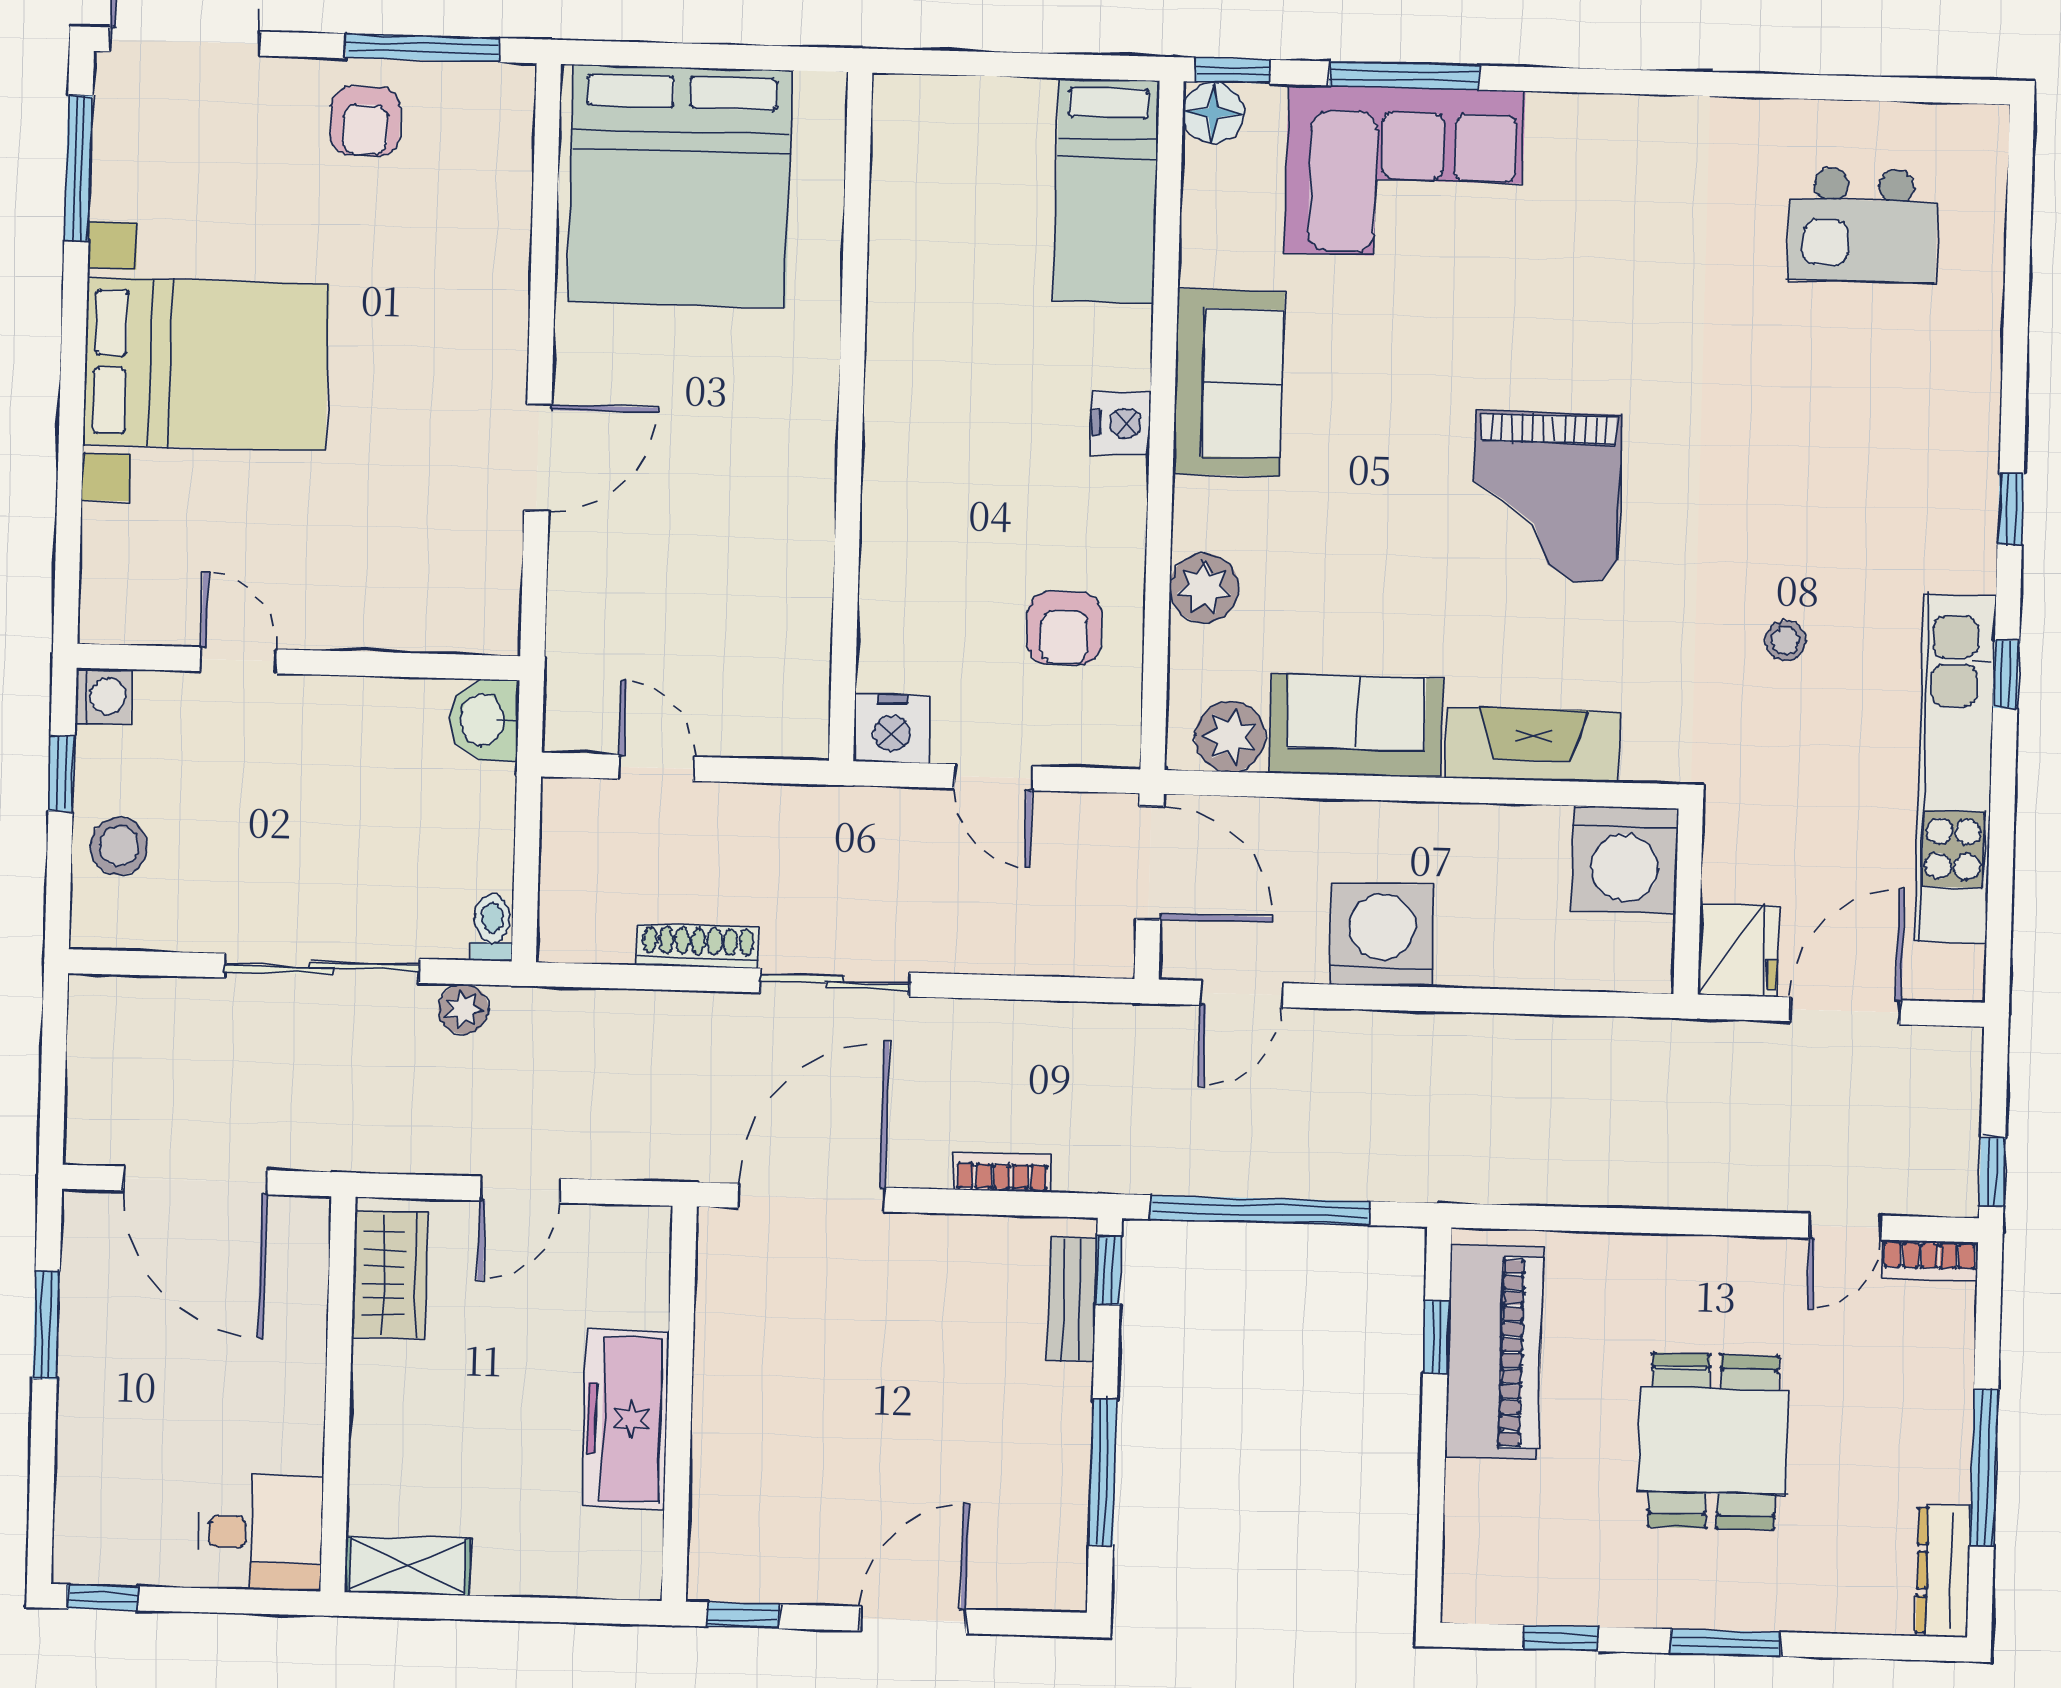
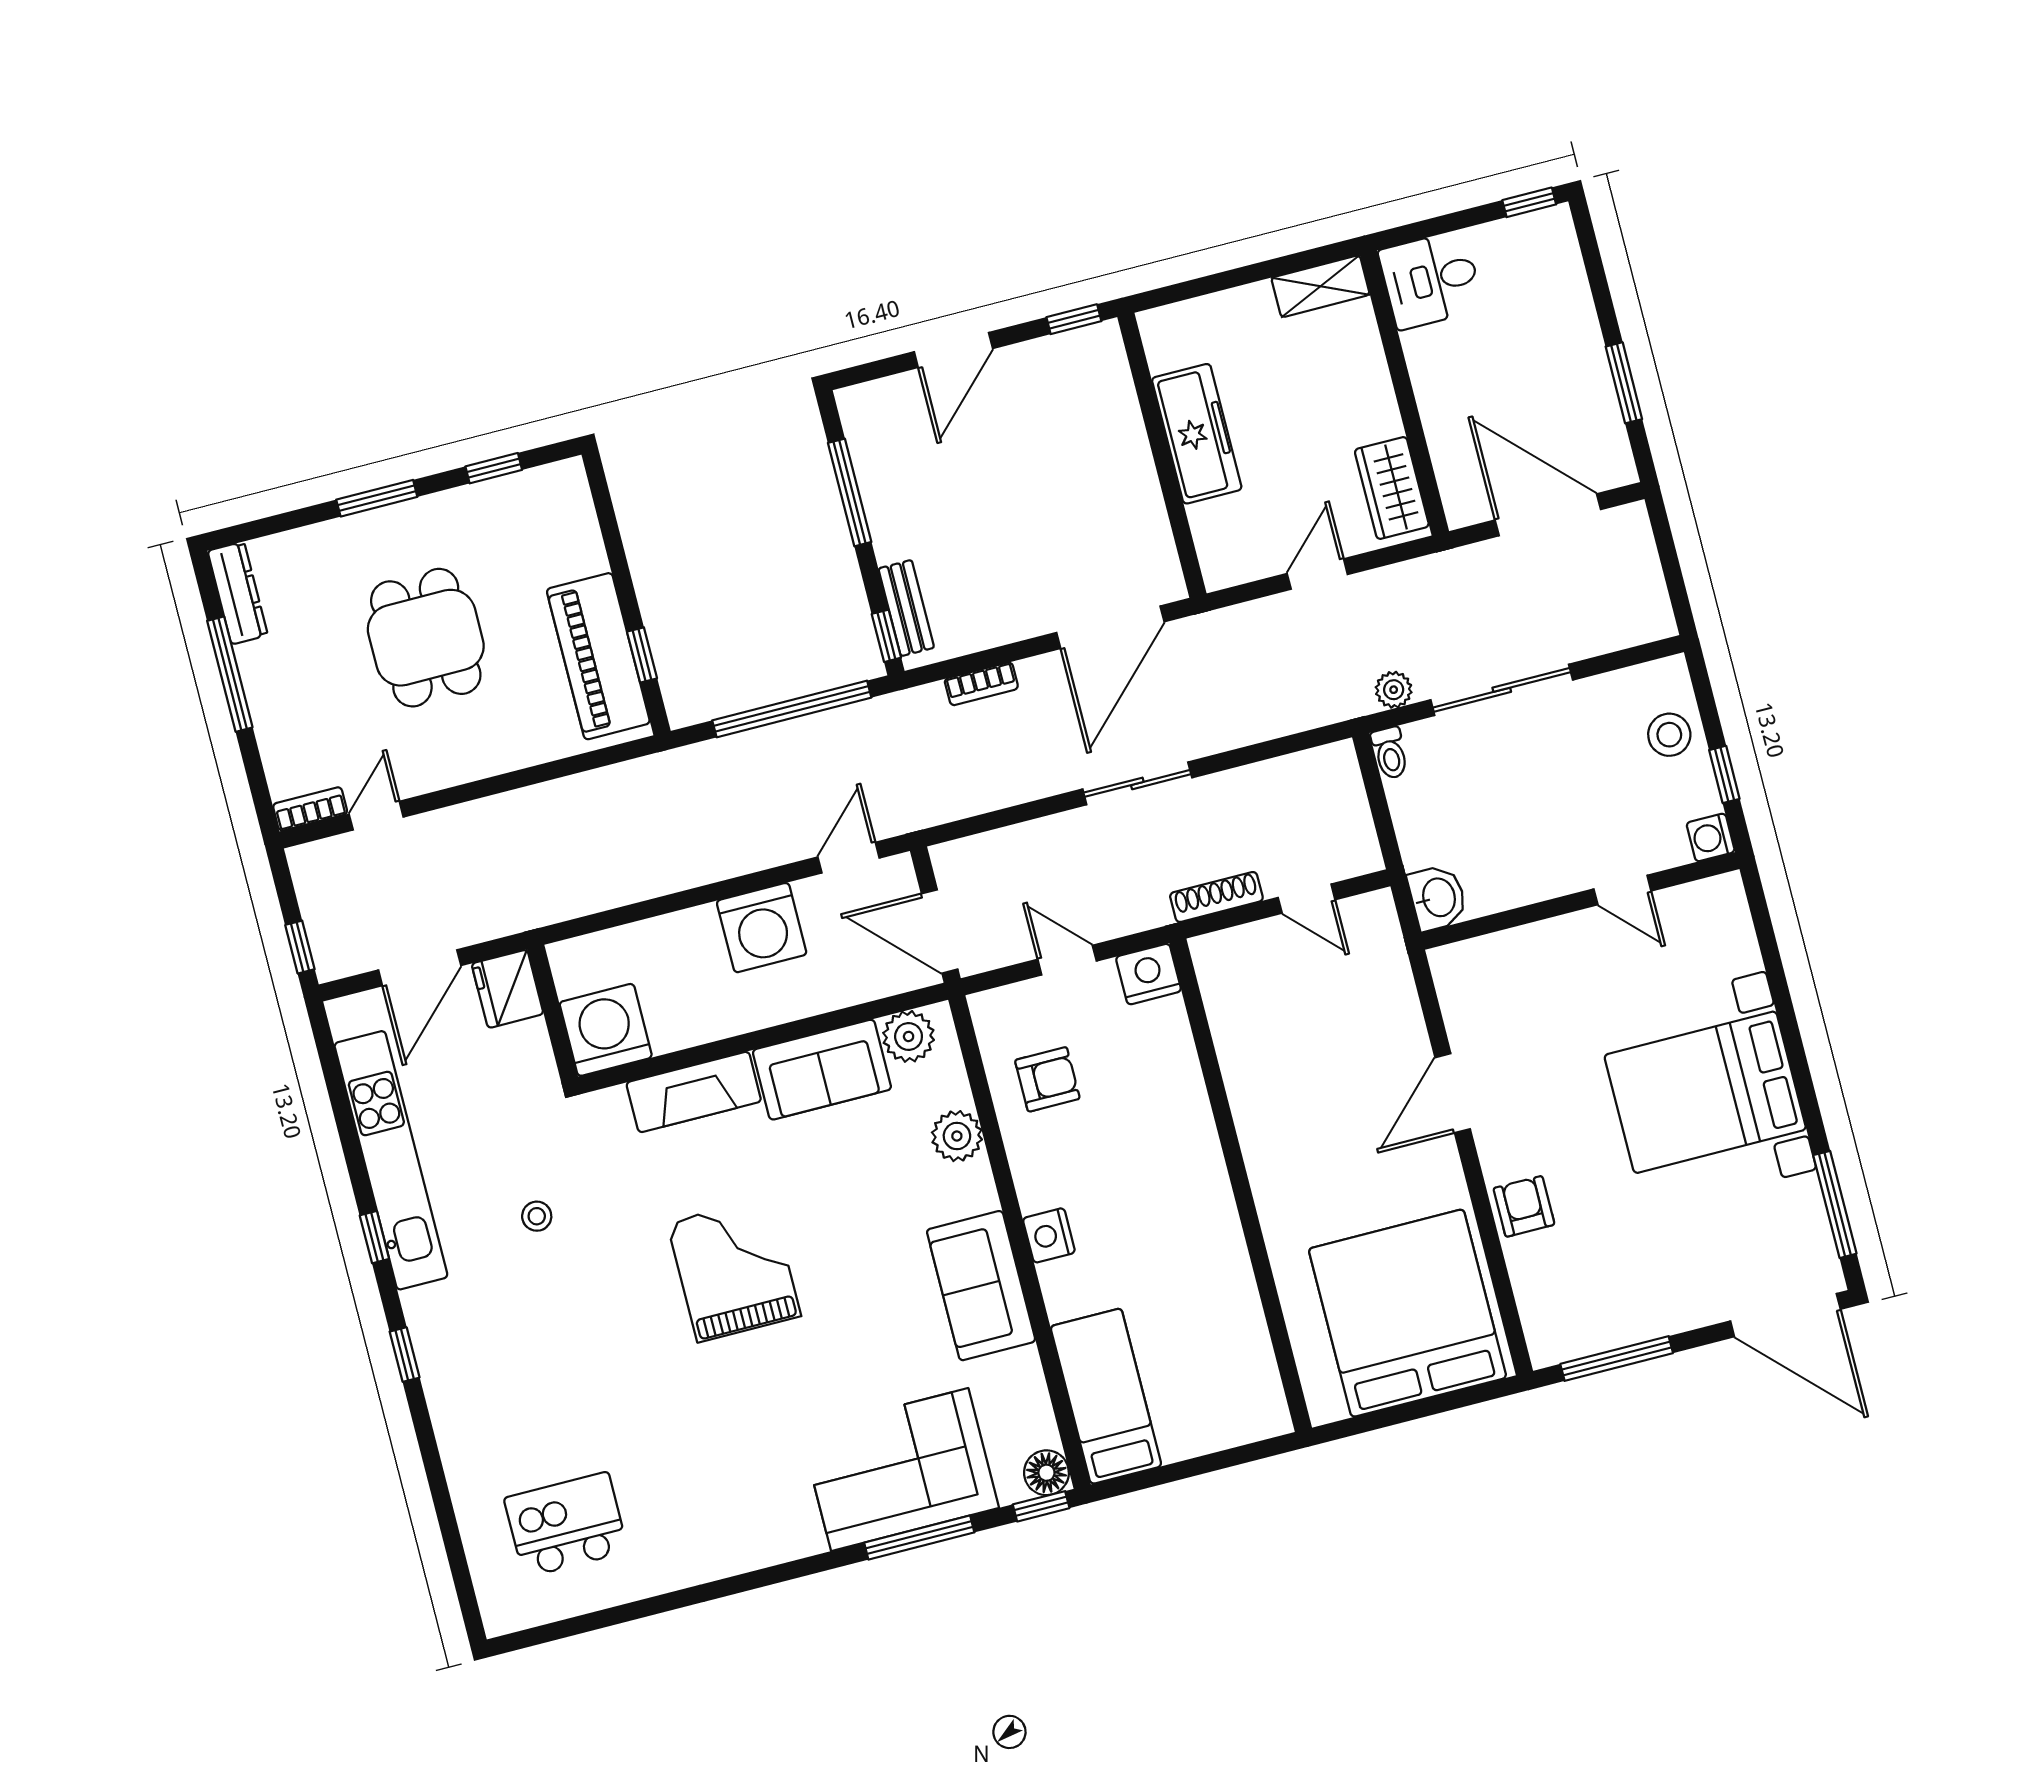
armchair: (365, 121) -> (1524, 1206), moved
armchair: (1064, 628) -> (1047, 1079), turned 90
shoe rack: (698, 946) -> (1216, 897), moved, turned 180
window: (1992, 1172) -> (300, 947), moved

